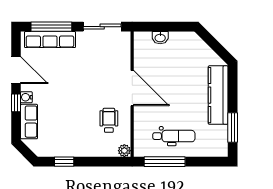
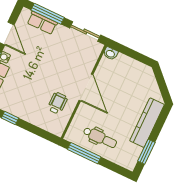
washbasin: (160, 38) -> (110, 53), moved
row of seats: (50, 40) -> (42, 23), width x0.68
plant: (124, 151) -> (58, 131), removed

